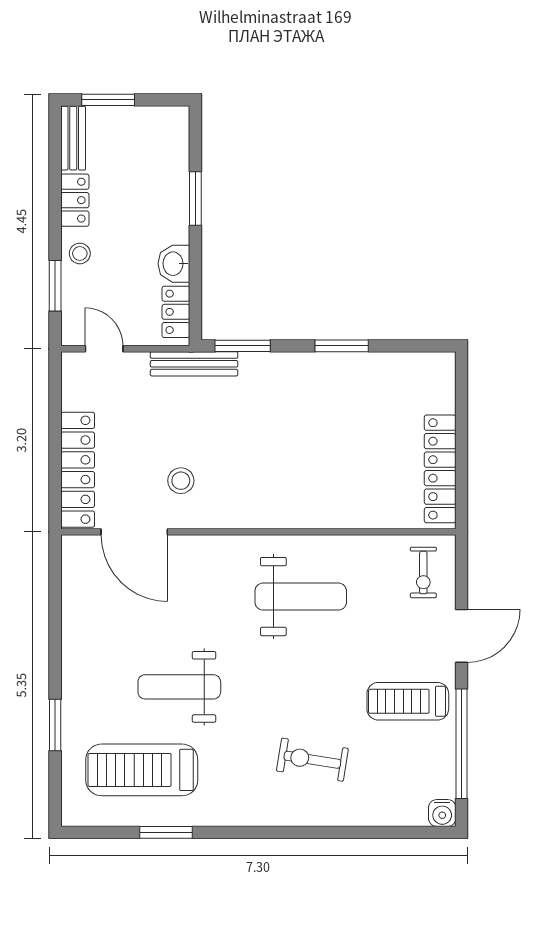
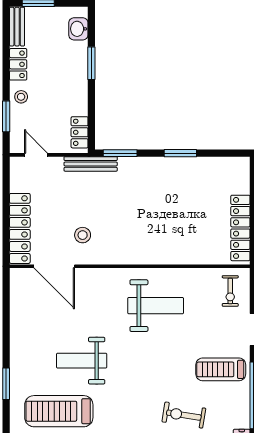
washbasin: (174, 264) -> (78, 29), moved
exercise bike: (312, 760) -> (184, 415), moved

